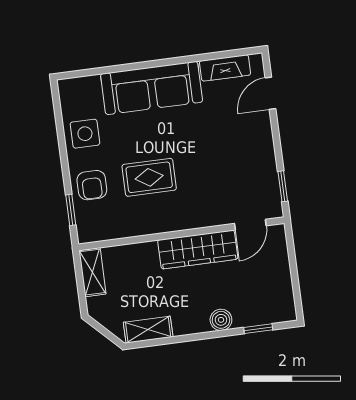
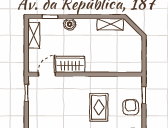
rug: (149, 177) -> (99, 107), turned 90
wardrobe: (198, 250) -> (70, 64), width x0.67
shelving: (92, 272) -> (34, 35), moved

